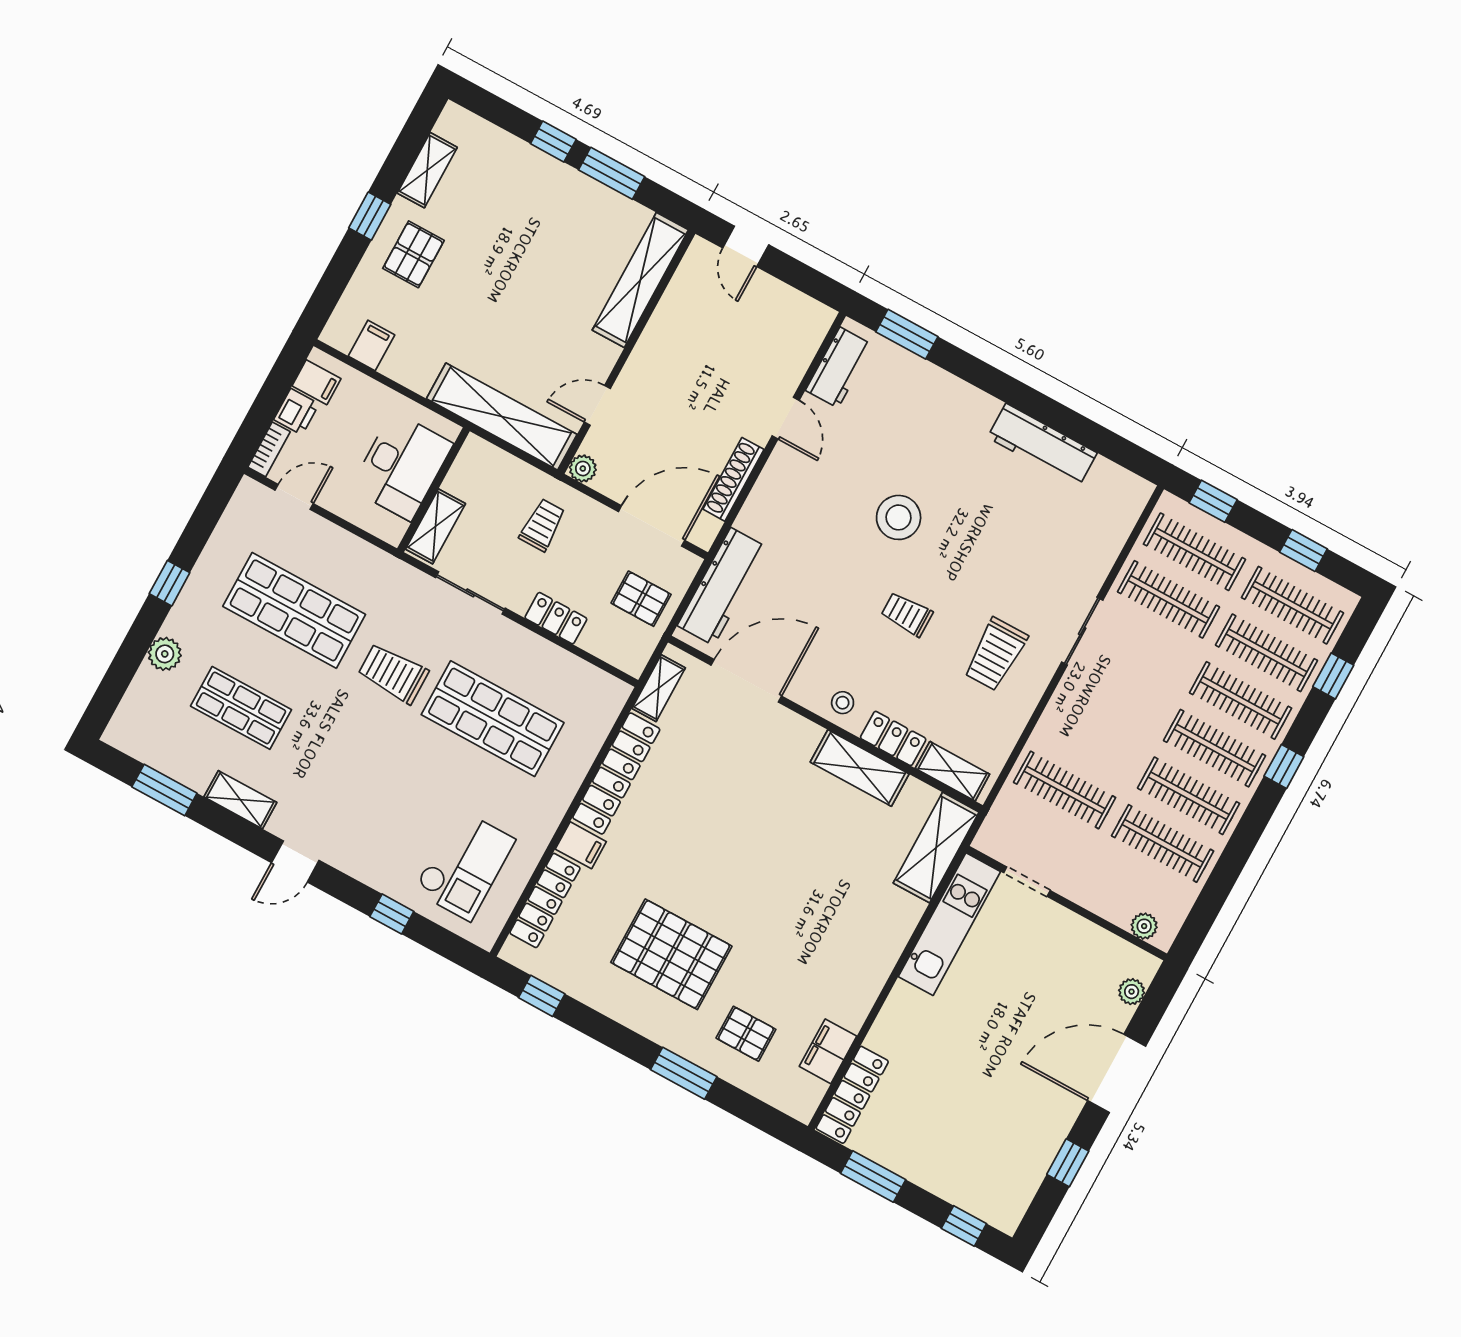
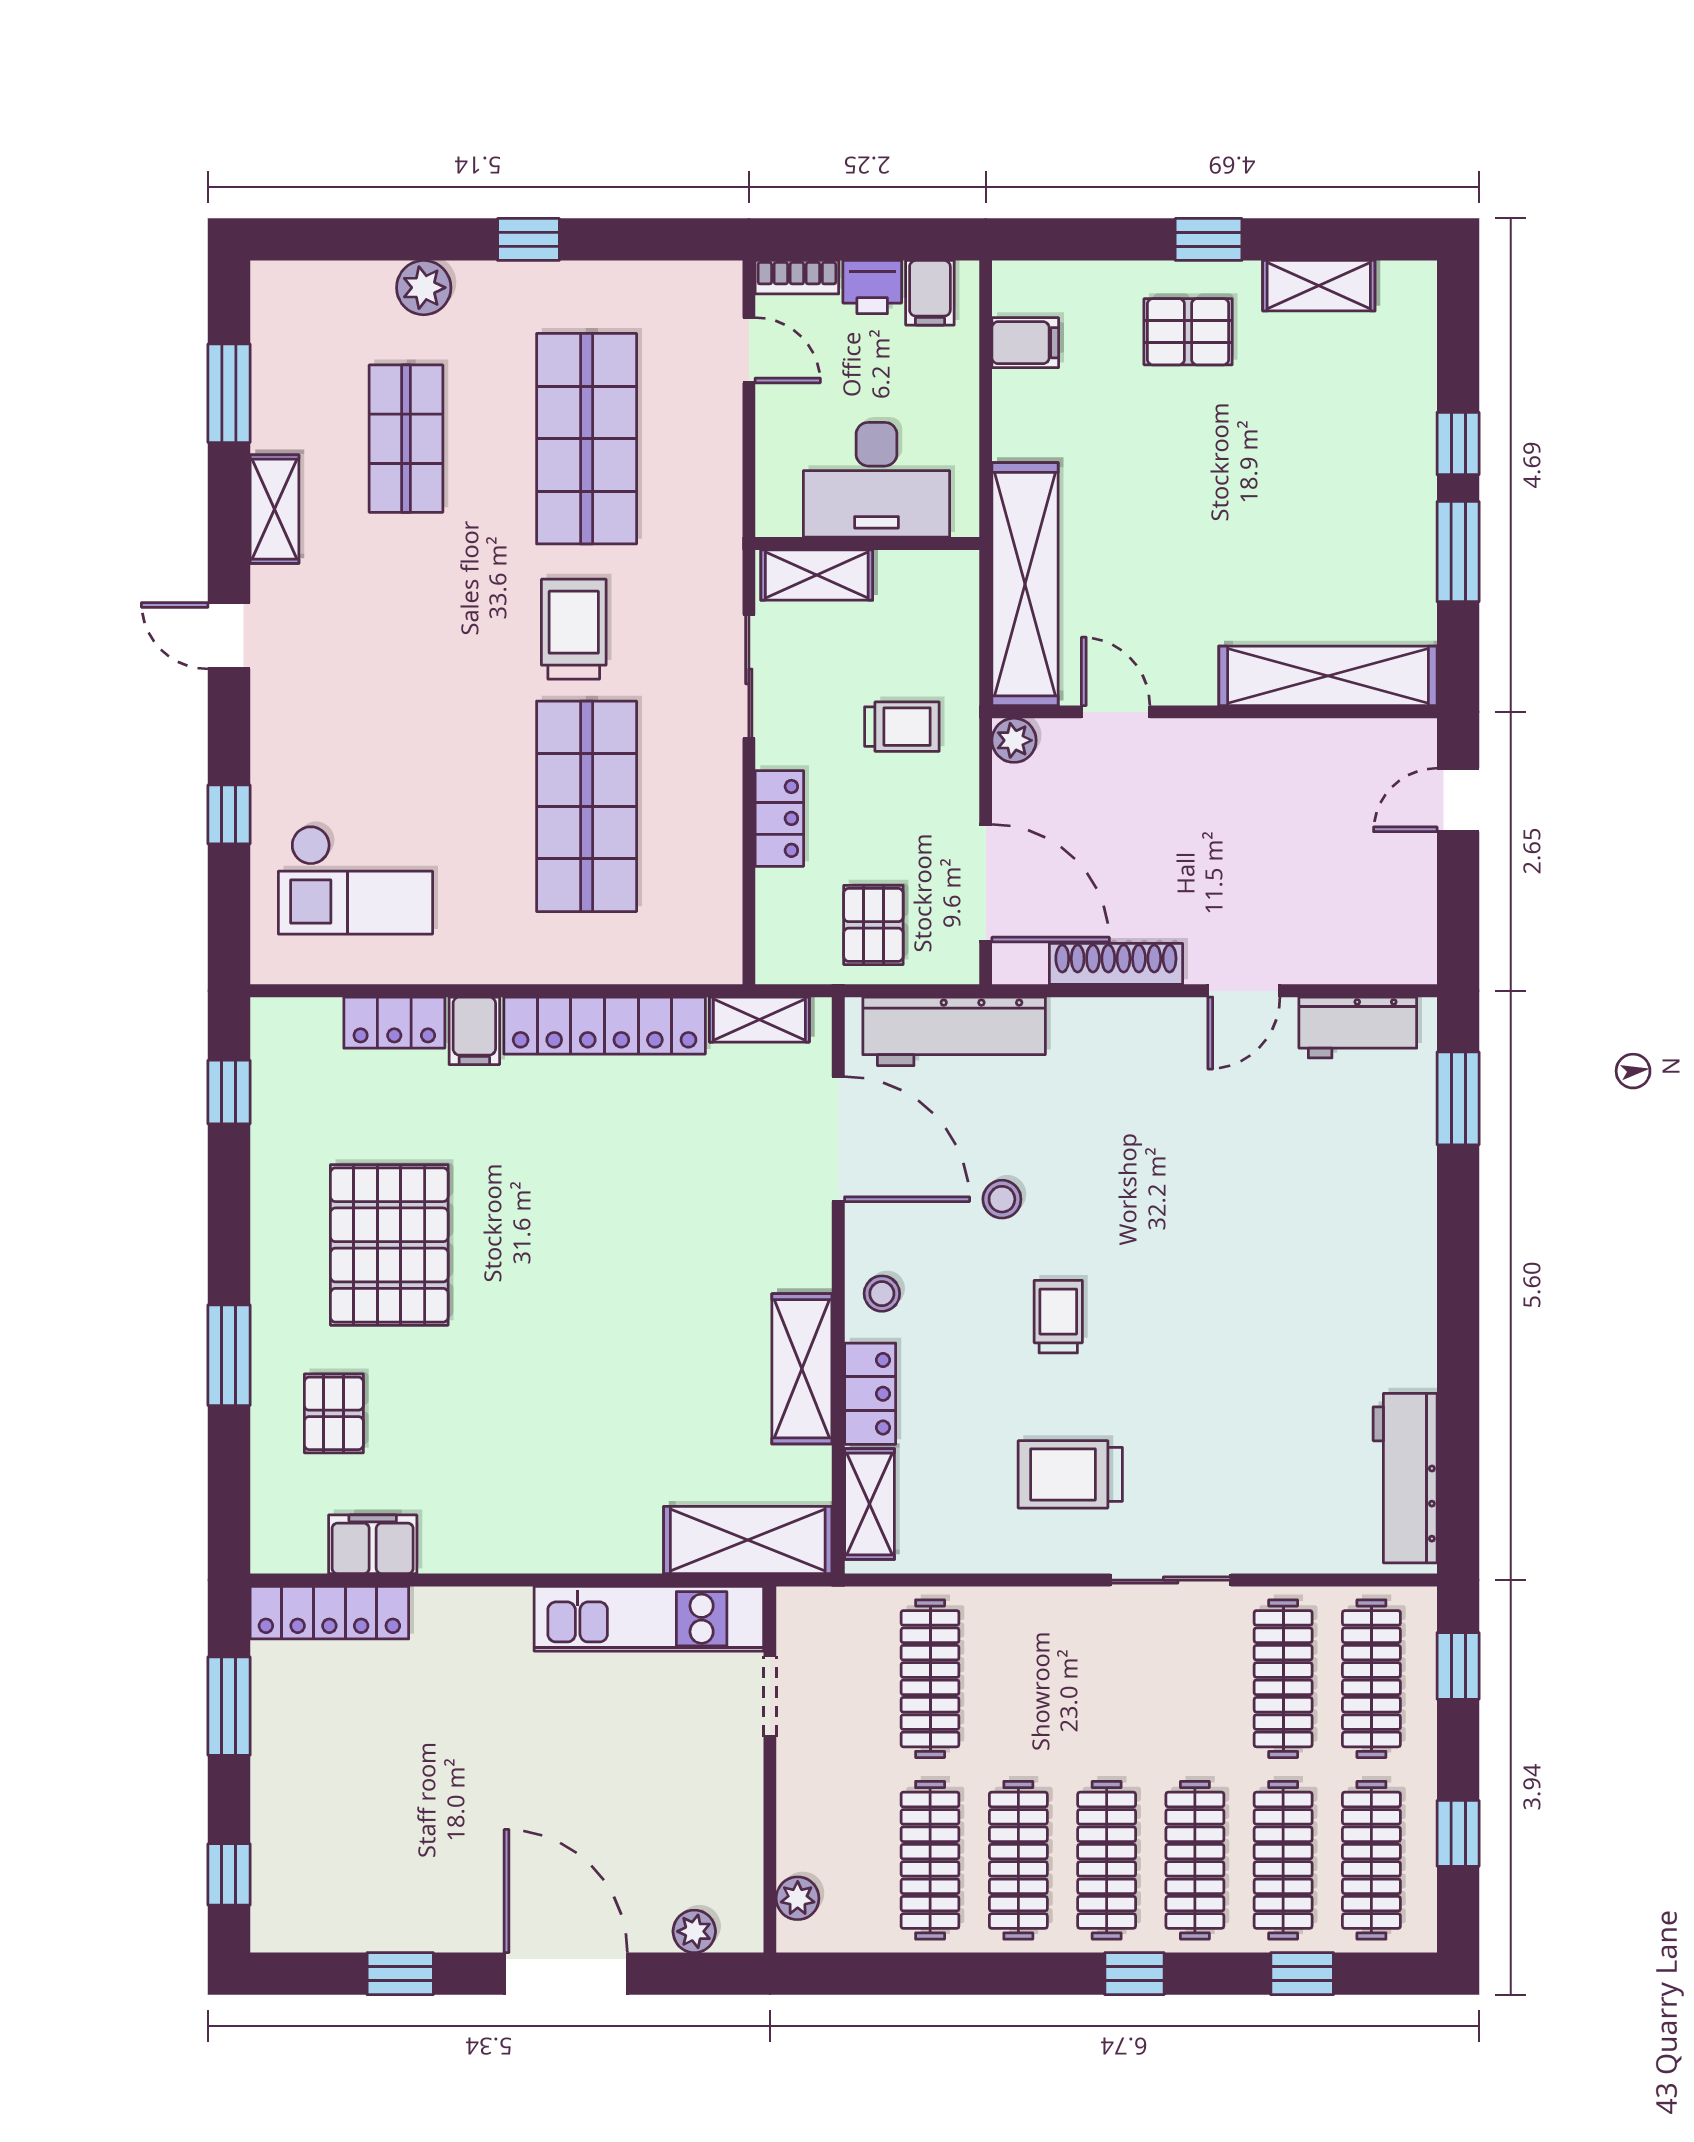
workbench: (1042, 445) -> (1405, 1478), moved
stool: (899, 517) -> (1002, 1199), moved, width x0.53, depth x0.53
locker: (545, 900) -> (394, 1023), width x0.66

